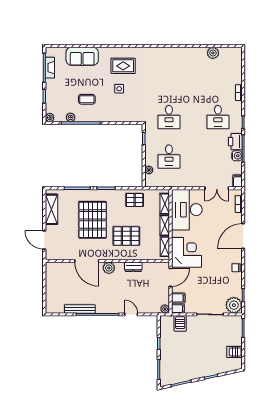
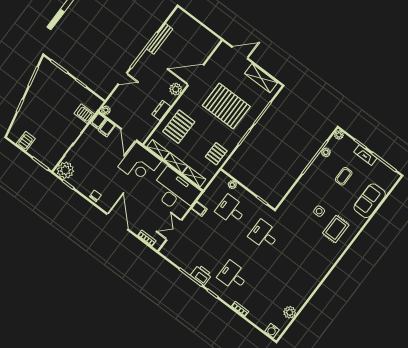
fireplace: (50, 68) -> (365, 155), moved
coffee table: (87, 99) -> (344, 176), moved
water cooler: (237, 156) -> (272, 331), moved
filing cabinet: (237, 181) -> (199, 209), moved
pallet: (126, 236) -> (179, 127), moved

